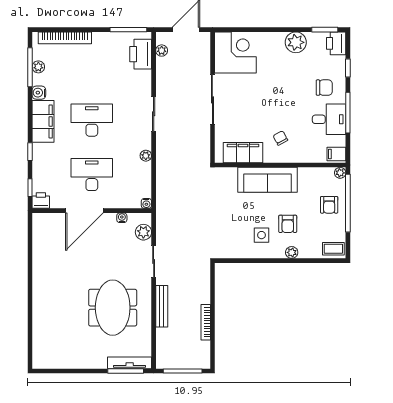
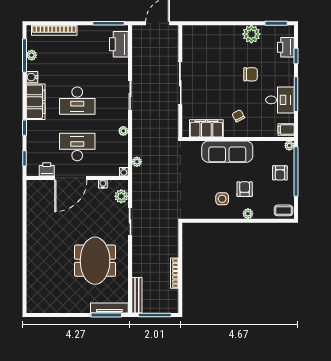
printer: (336, 43) -> (286, 47), moved
plant: (162, 51) -> (137, 162), moved
corner desk: (235, 53) -> (200, 43), removed
chair: (324, 88) -> (251, 74), moved
desk: (92, 120) -> (77, 101), turned 180
printer: (41, 201) -> (47, 169), moved
armchair: (288, 224) -> (245, 189), turned 180
bench: (162, 306) -> (137, 295), moved

